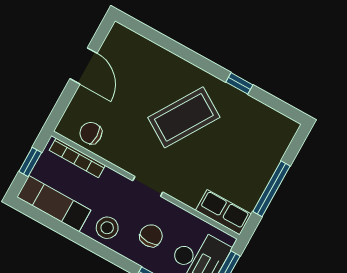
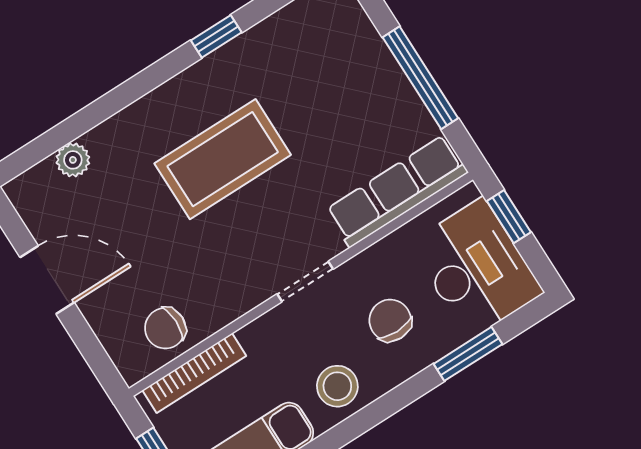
plant: (146, 48) -> (73, 160), added
coffee table: (184, 117) -> (223, 159), turned 58
row of seats: (223, 212) -> (397, 191), width x1.48

